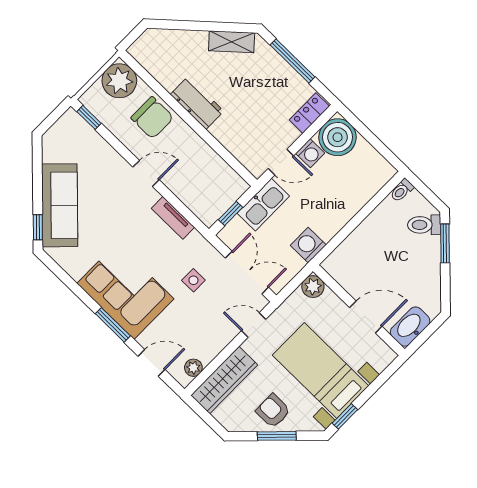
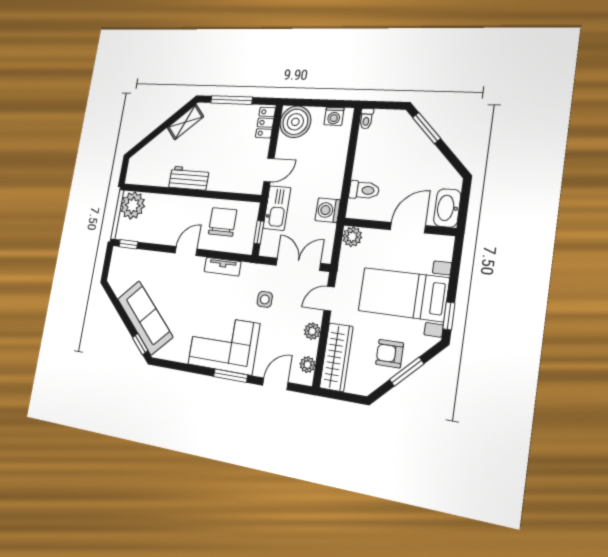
chair: (152, 118) -> (223, 222), moved, turned -90
washing machine: (310, 153) -> (334, 116), moved, turned 90
toilet: (424, 225) -> (364, 190), moved, turned -135
plant: (218, 342) -> (312, 331), added

